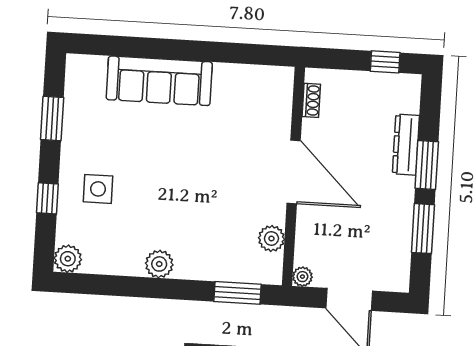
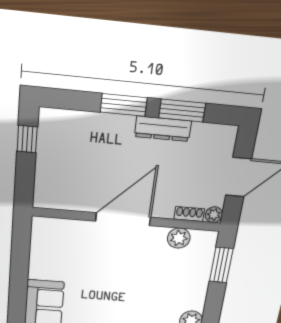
shoe rack: (311, 100) -> (189, 214), moved
dresser: (406, 145) -> (163, 129), moved

